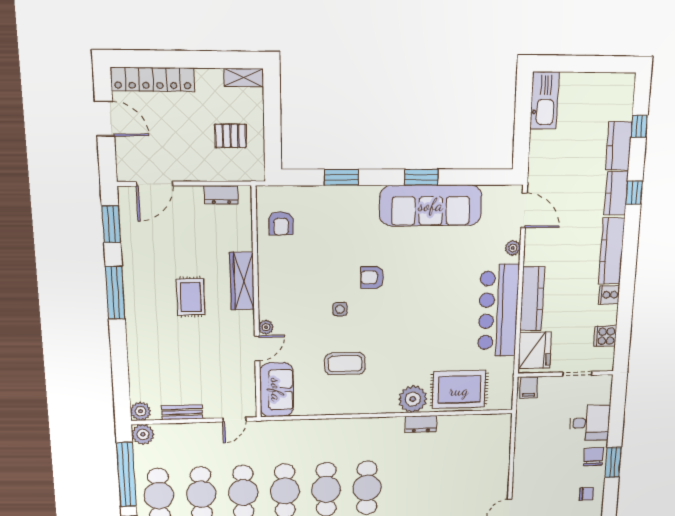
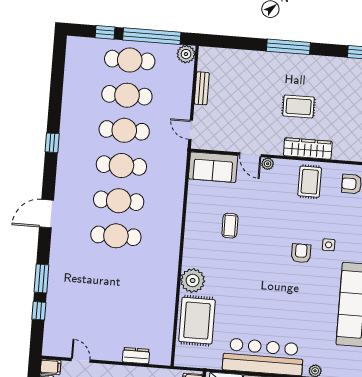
rug: (283, 275) -> (310, 182), added
window: (115, 293) -> (288, 47), moved
side table: (340, 309) -> (329, 245), moved
coffee table: (345, 364) -> (230, 226), width x0.73, depth x0.77
plant: (141, 411) -> (206, 55), removed
dresser: (421, 424) -> (136, 356), moved, turned 90

